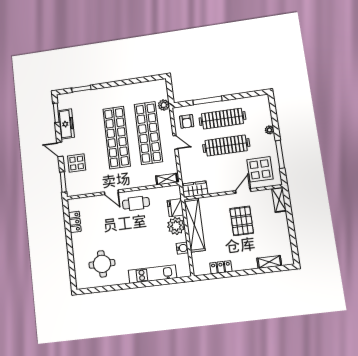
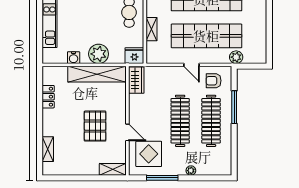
door: (175, 142) -> (192, 65), hinge flipped
shelving: (167, 179) -> (152, 29), moved
fridge: (175, 208) -> (134, 56), moved
pallet: (242, 221) -> (95, 126), turned 90

